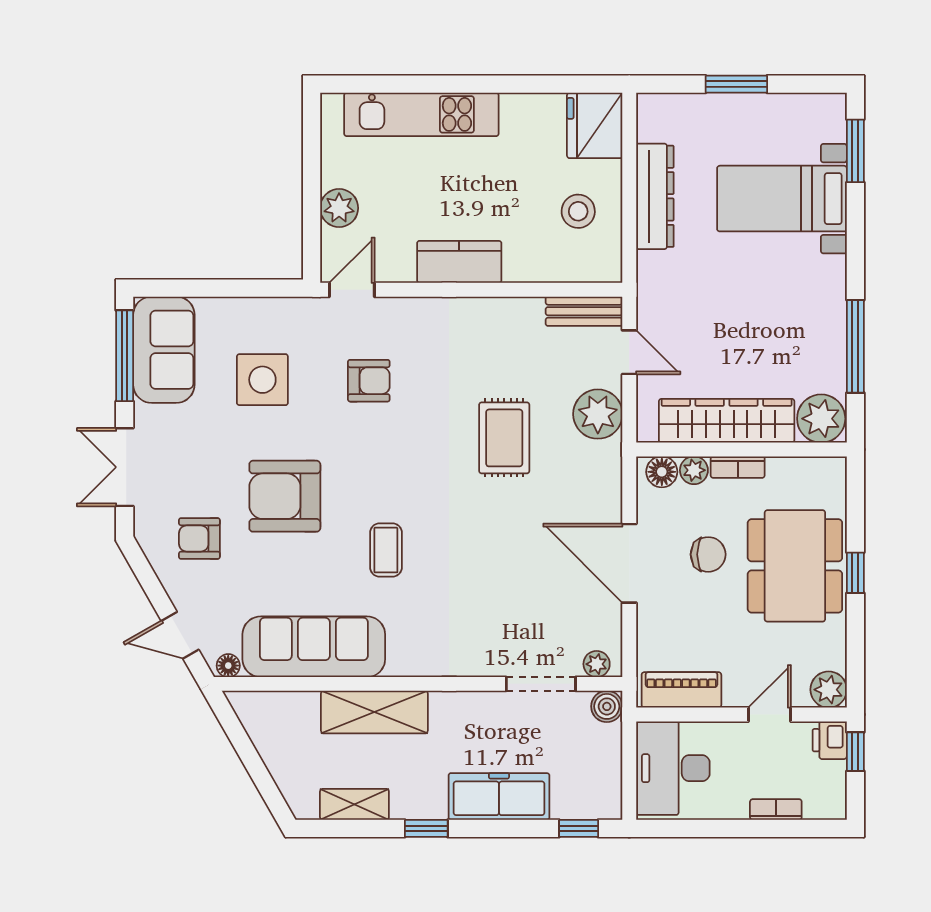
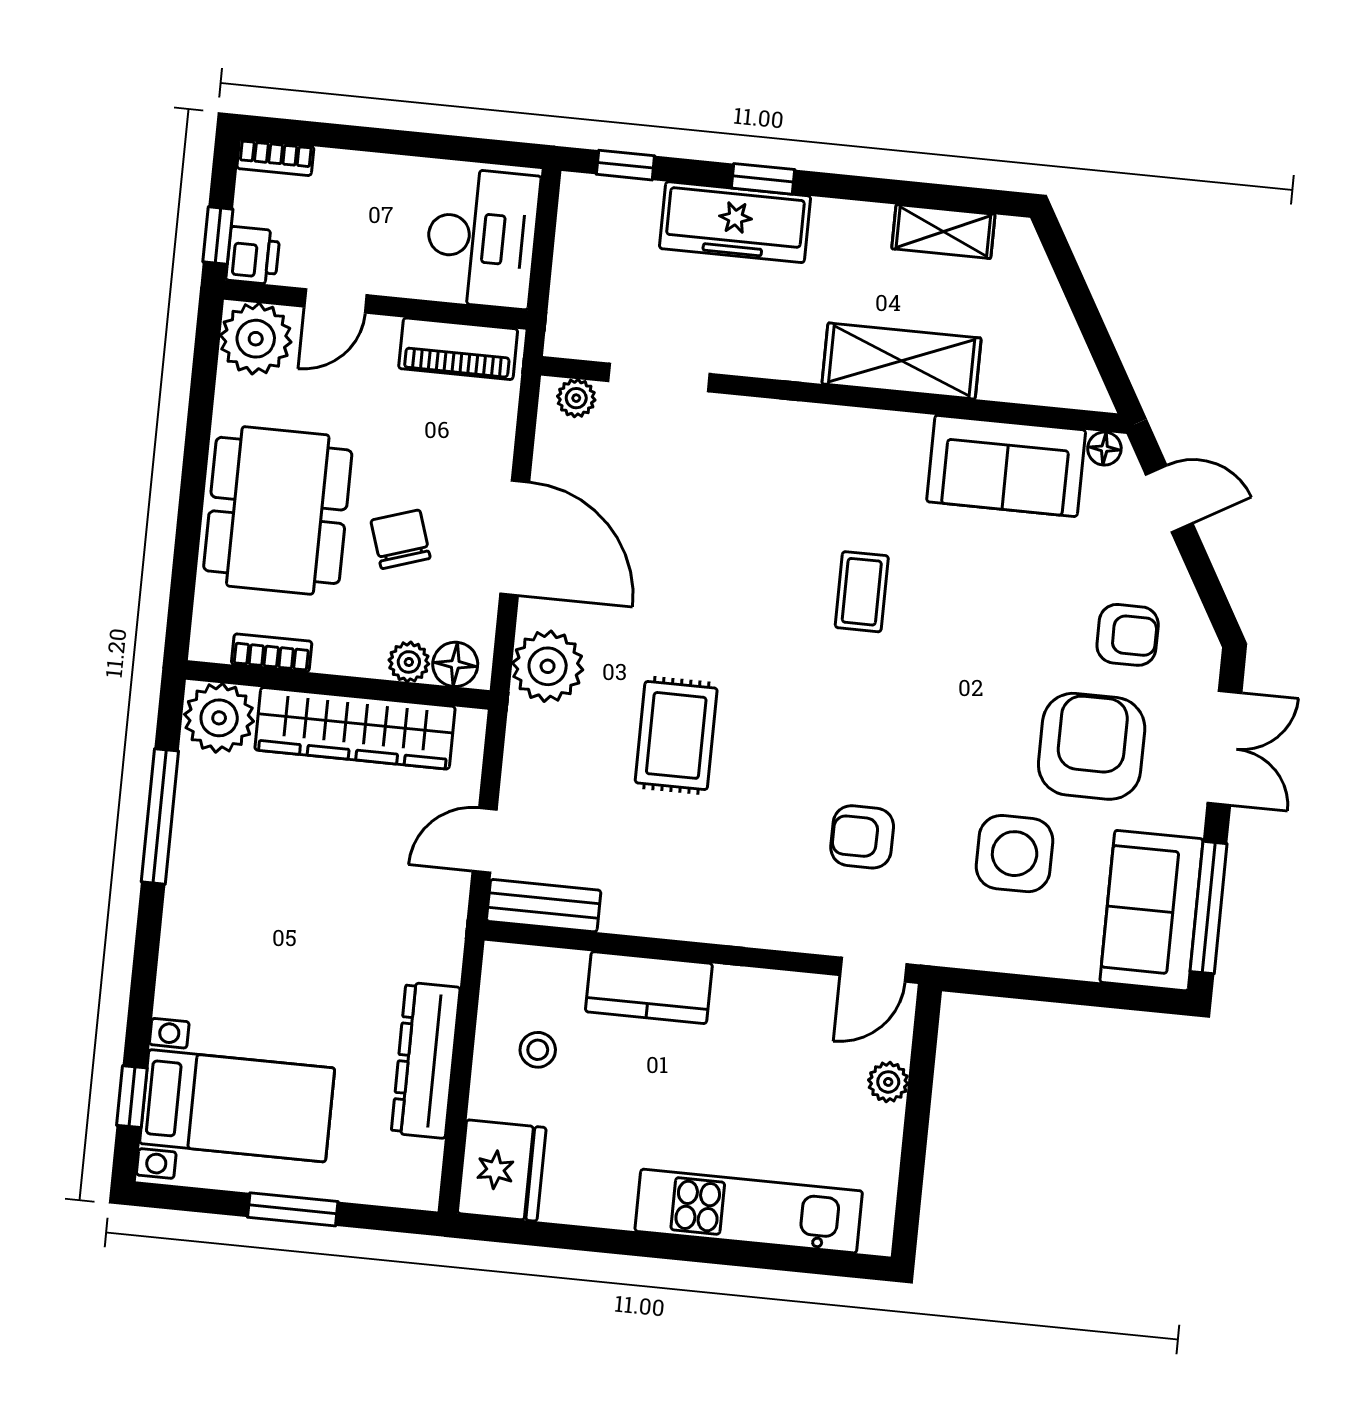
window: (855, 151) -> (132, 1097), width x0.67
bed with nightstands: (782, 199) -> (237, 1106), moved
plant: (339, 208) -> (888, 1082), width x0.73, depth x0.73
stool: (578, 211) -> (538, 1050), width x0.73, depth x0.73
kitchen counter: (459, 262) -> (649, 988), moved
door: (629, 352) -> (485, 840), hinge flipped
plant: (598, 414) -> (548, 666), moved
bookcase: (738, 467) -> (272, 653), moved
armchair: (285, 496) -> (1092, 746), moved, turned -90
chair: (708, 554) -> (401, 539), turned 72
window: (855, 573) -> (192, 492), removed
sofa: (314, 647) -> (1006, 466), width x0.73
plant: (829, 690) -> (256, 339), width x1.36, depth x1.36
boiler: (607, 706) -> (568, 336), removed
bookcase: (776, 810) -> (275, 157), moved
window: (426, 828) -> (763, 179), moved

